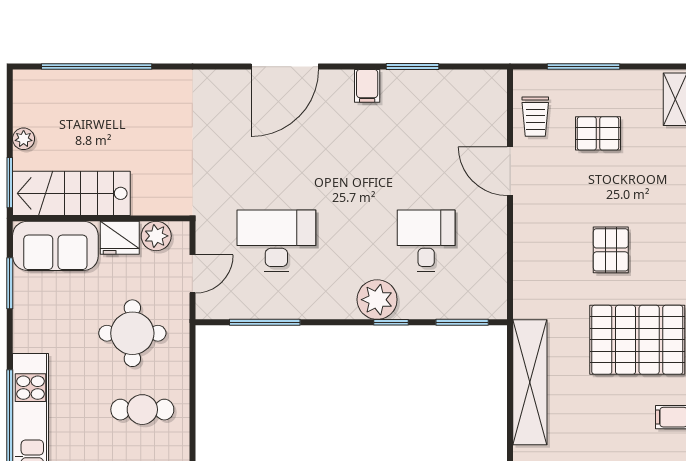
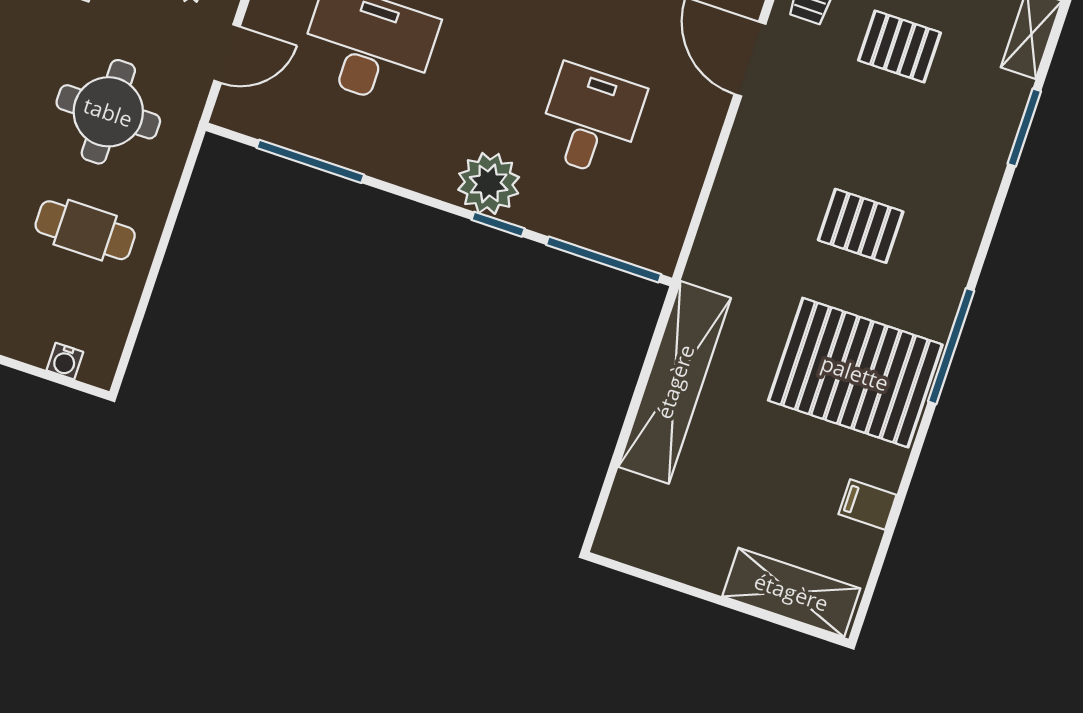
pallet: (611, 250) -> (861, 226), turned 90
window: (462, 322) -> (604, 259), width x1.44

